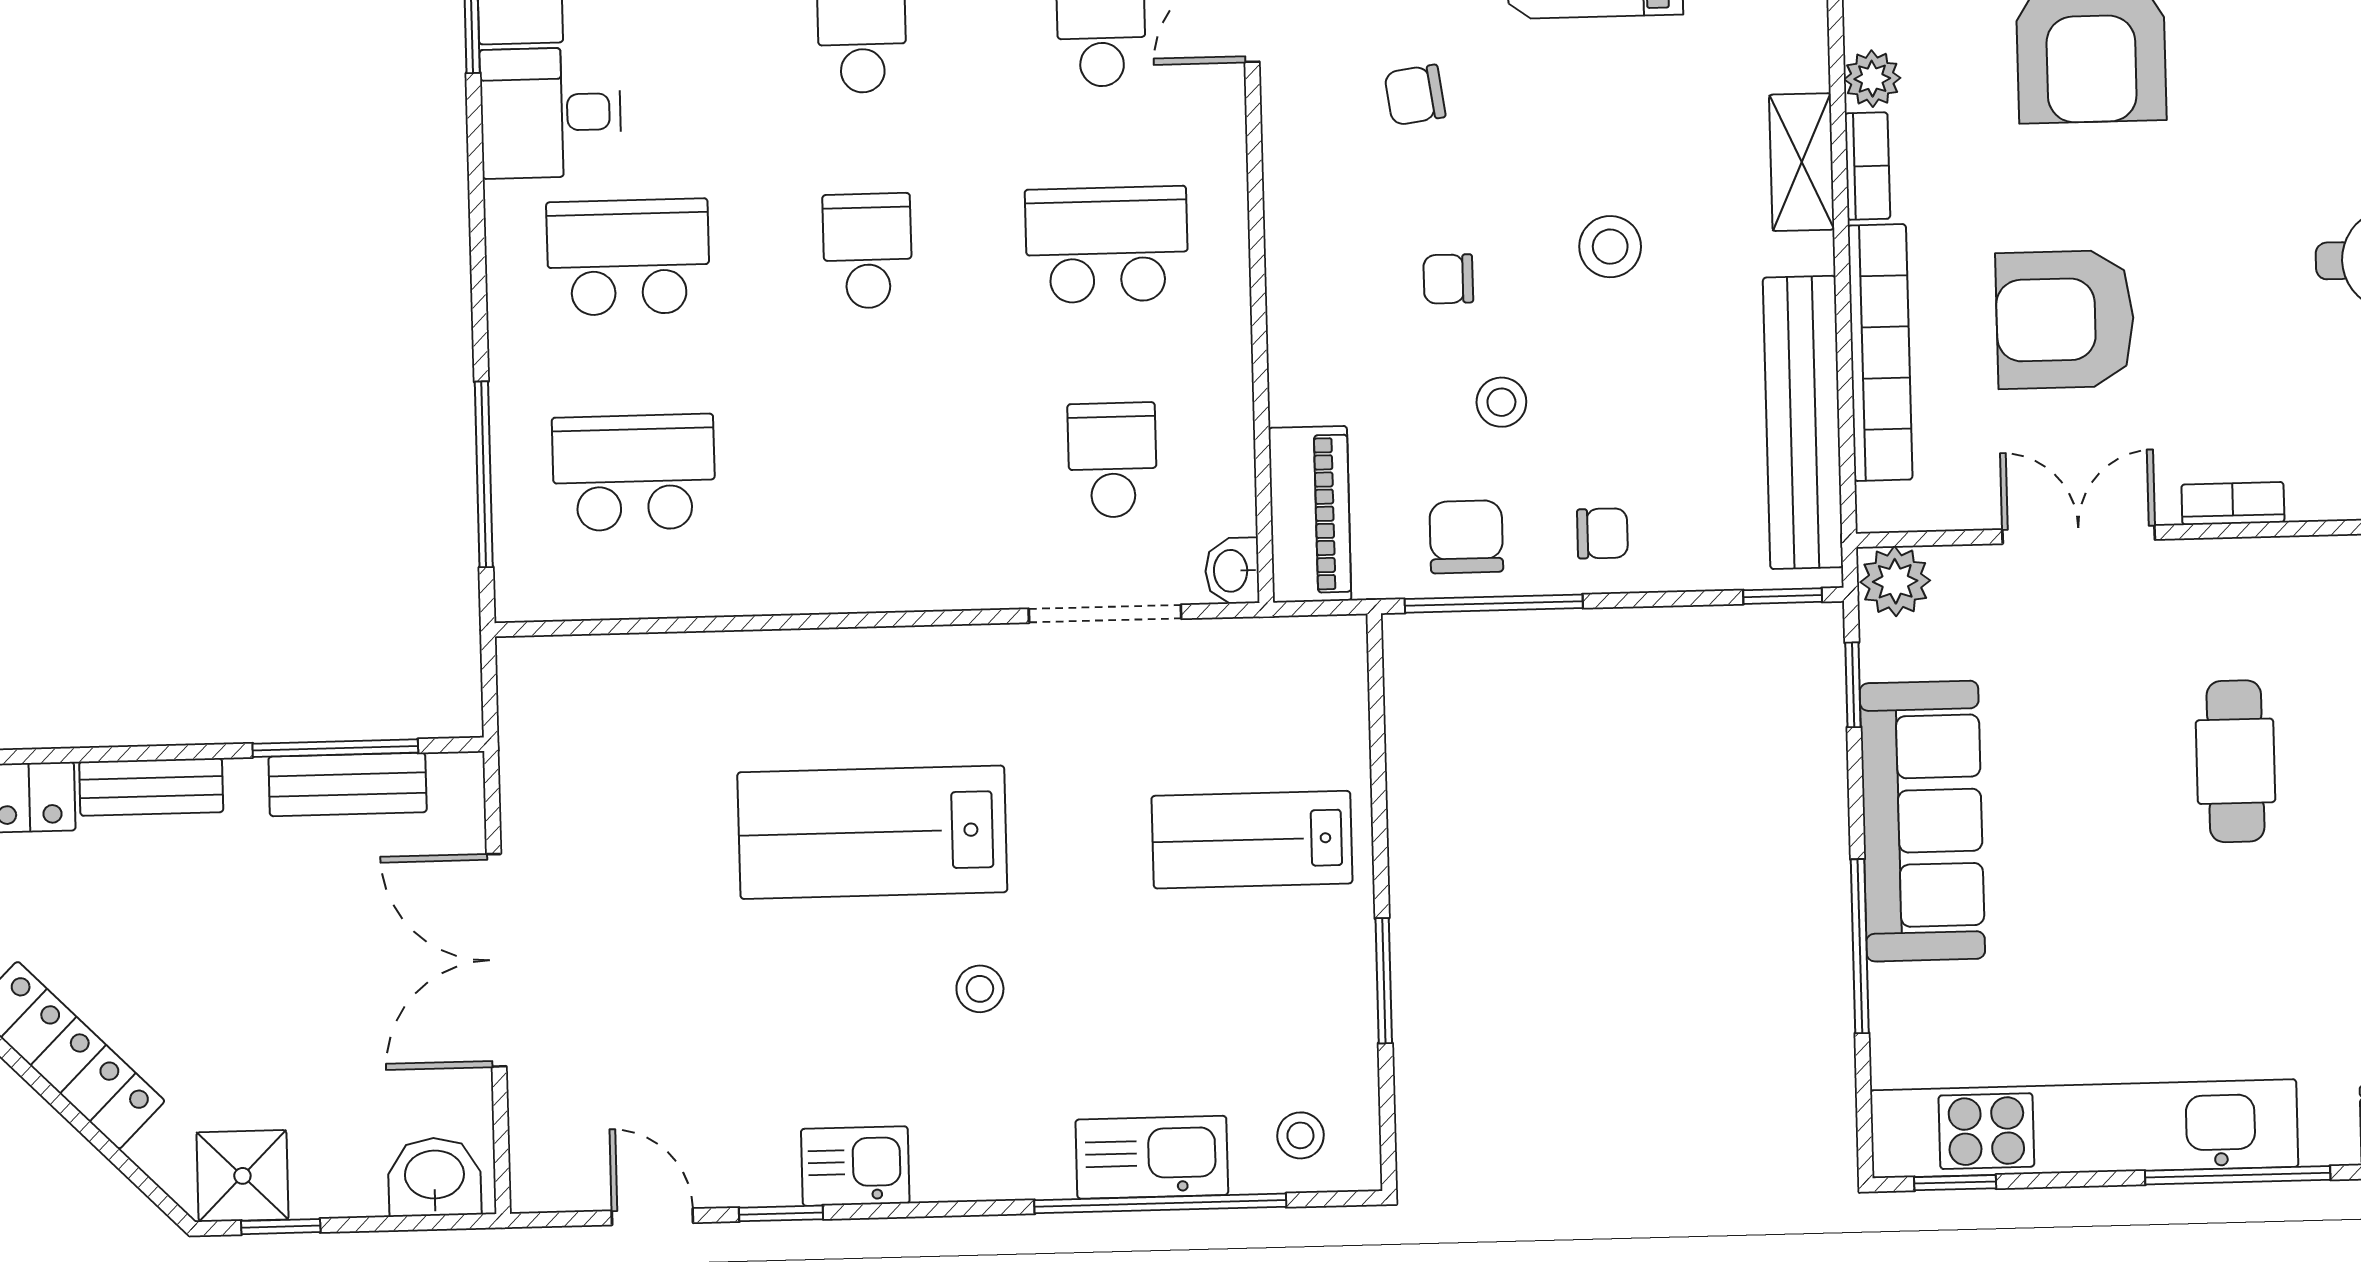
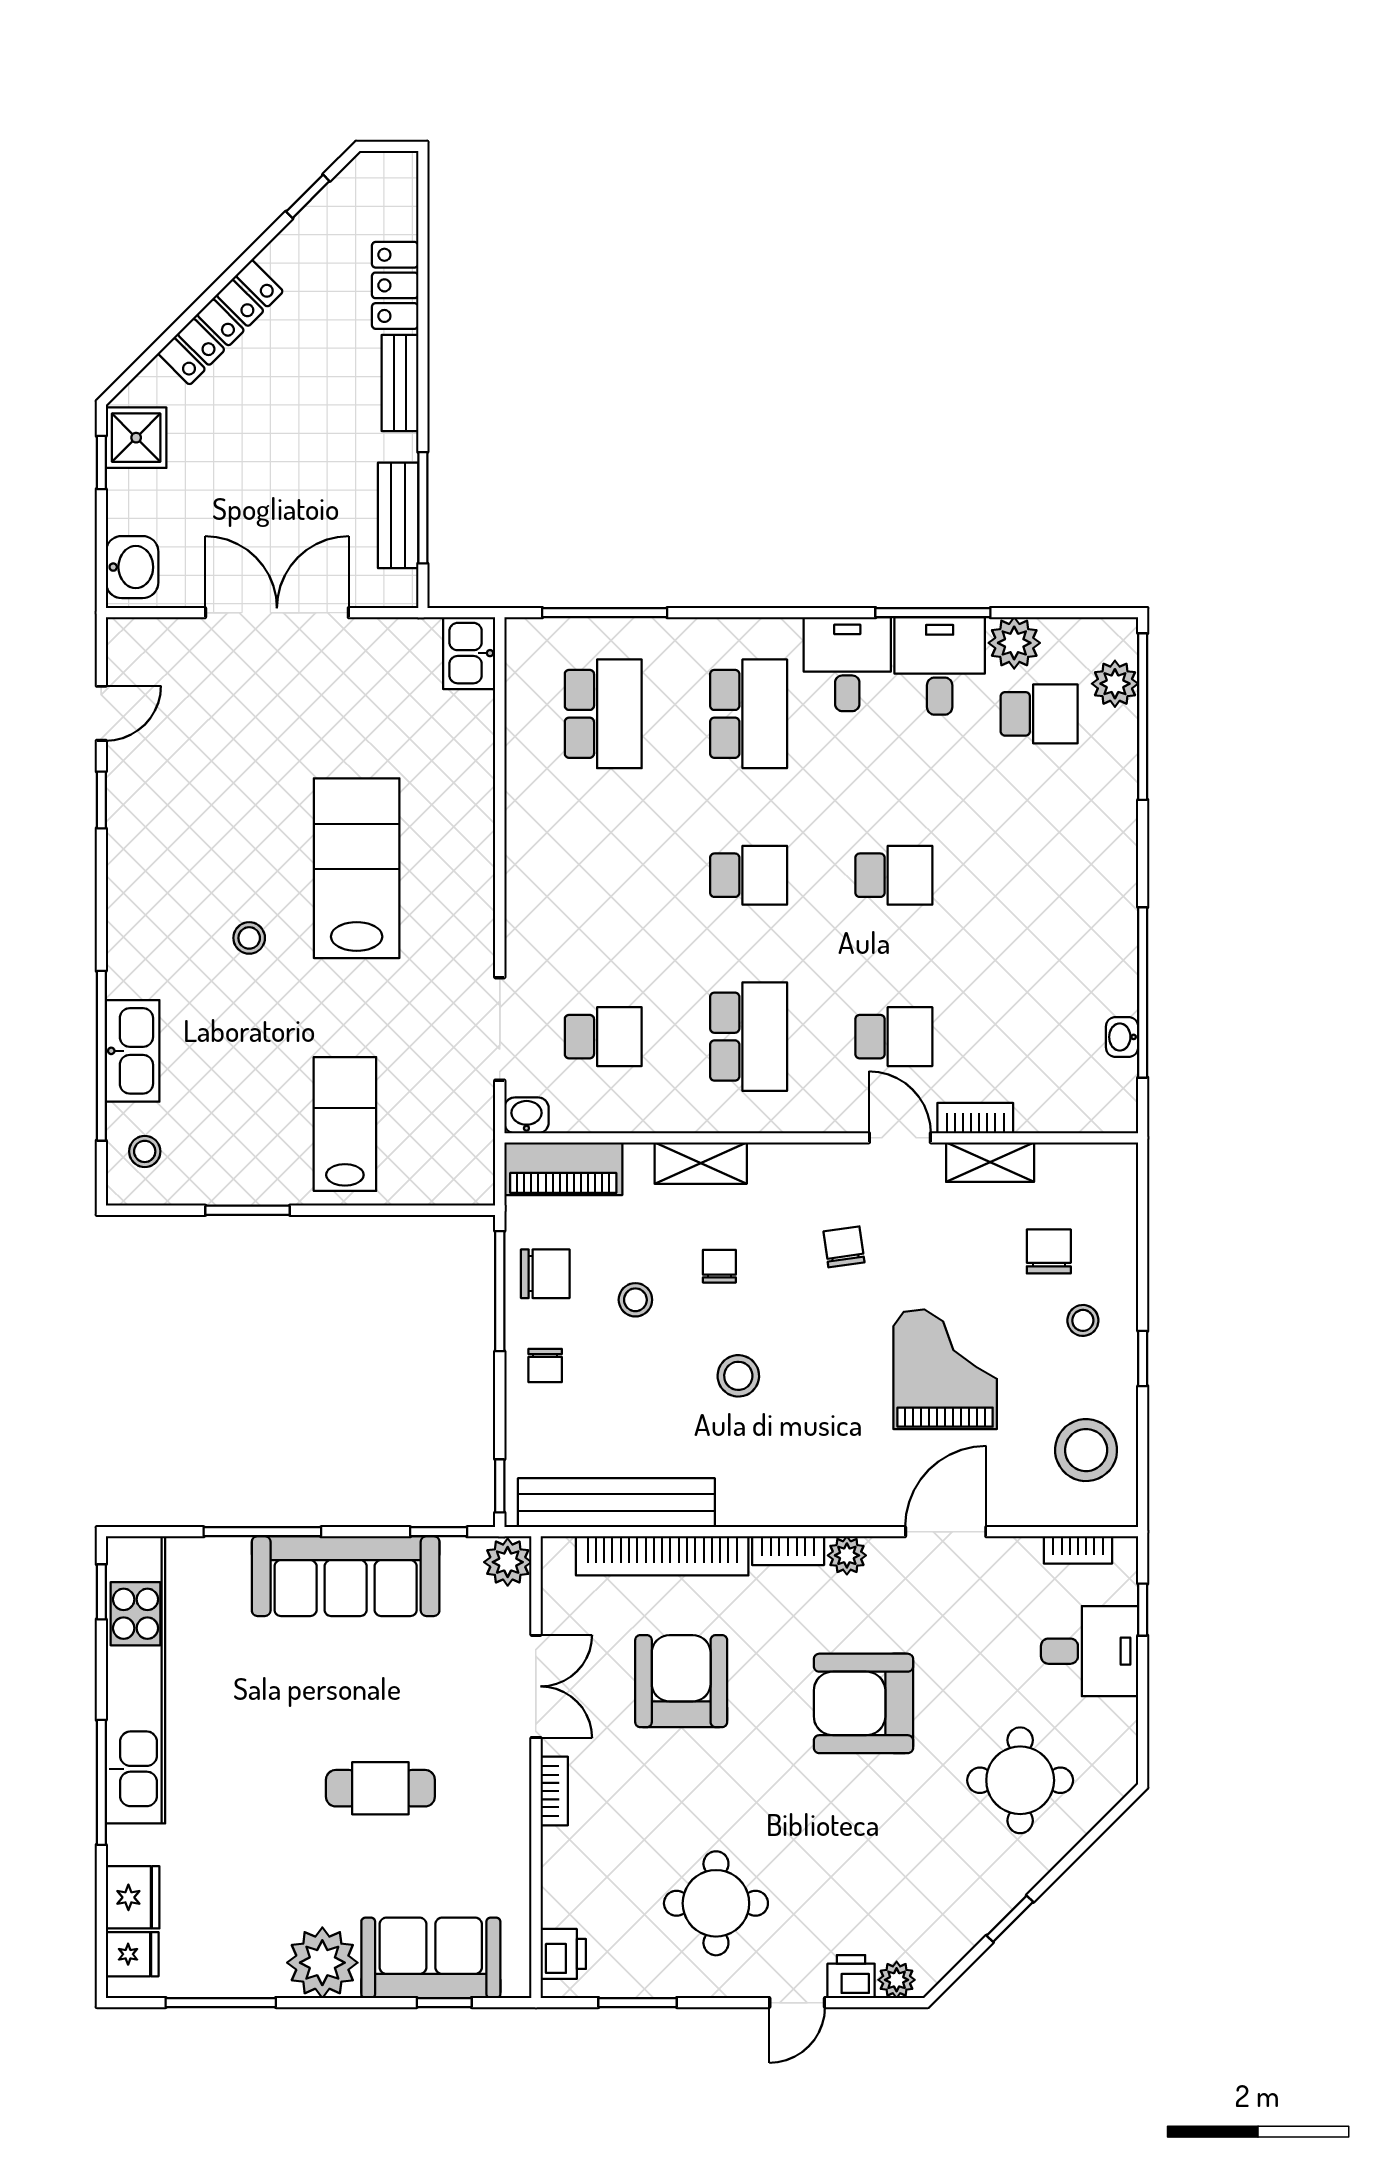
shelving: (1802, 162) -> (701, 1163), moved
kitchen sink: (855, 1166) -> (469, 653), moved, turned 180

